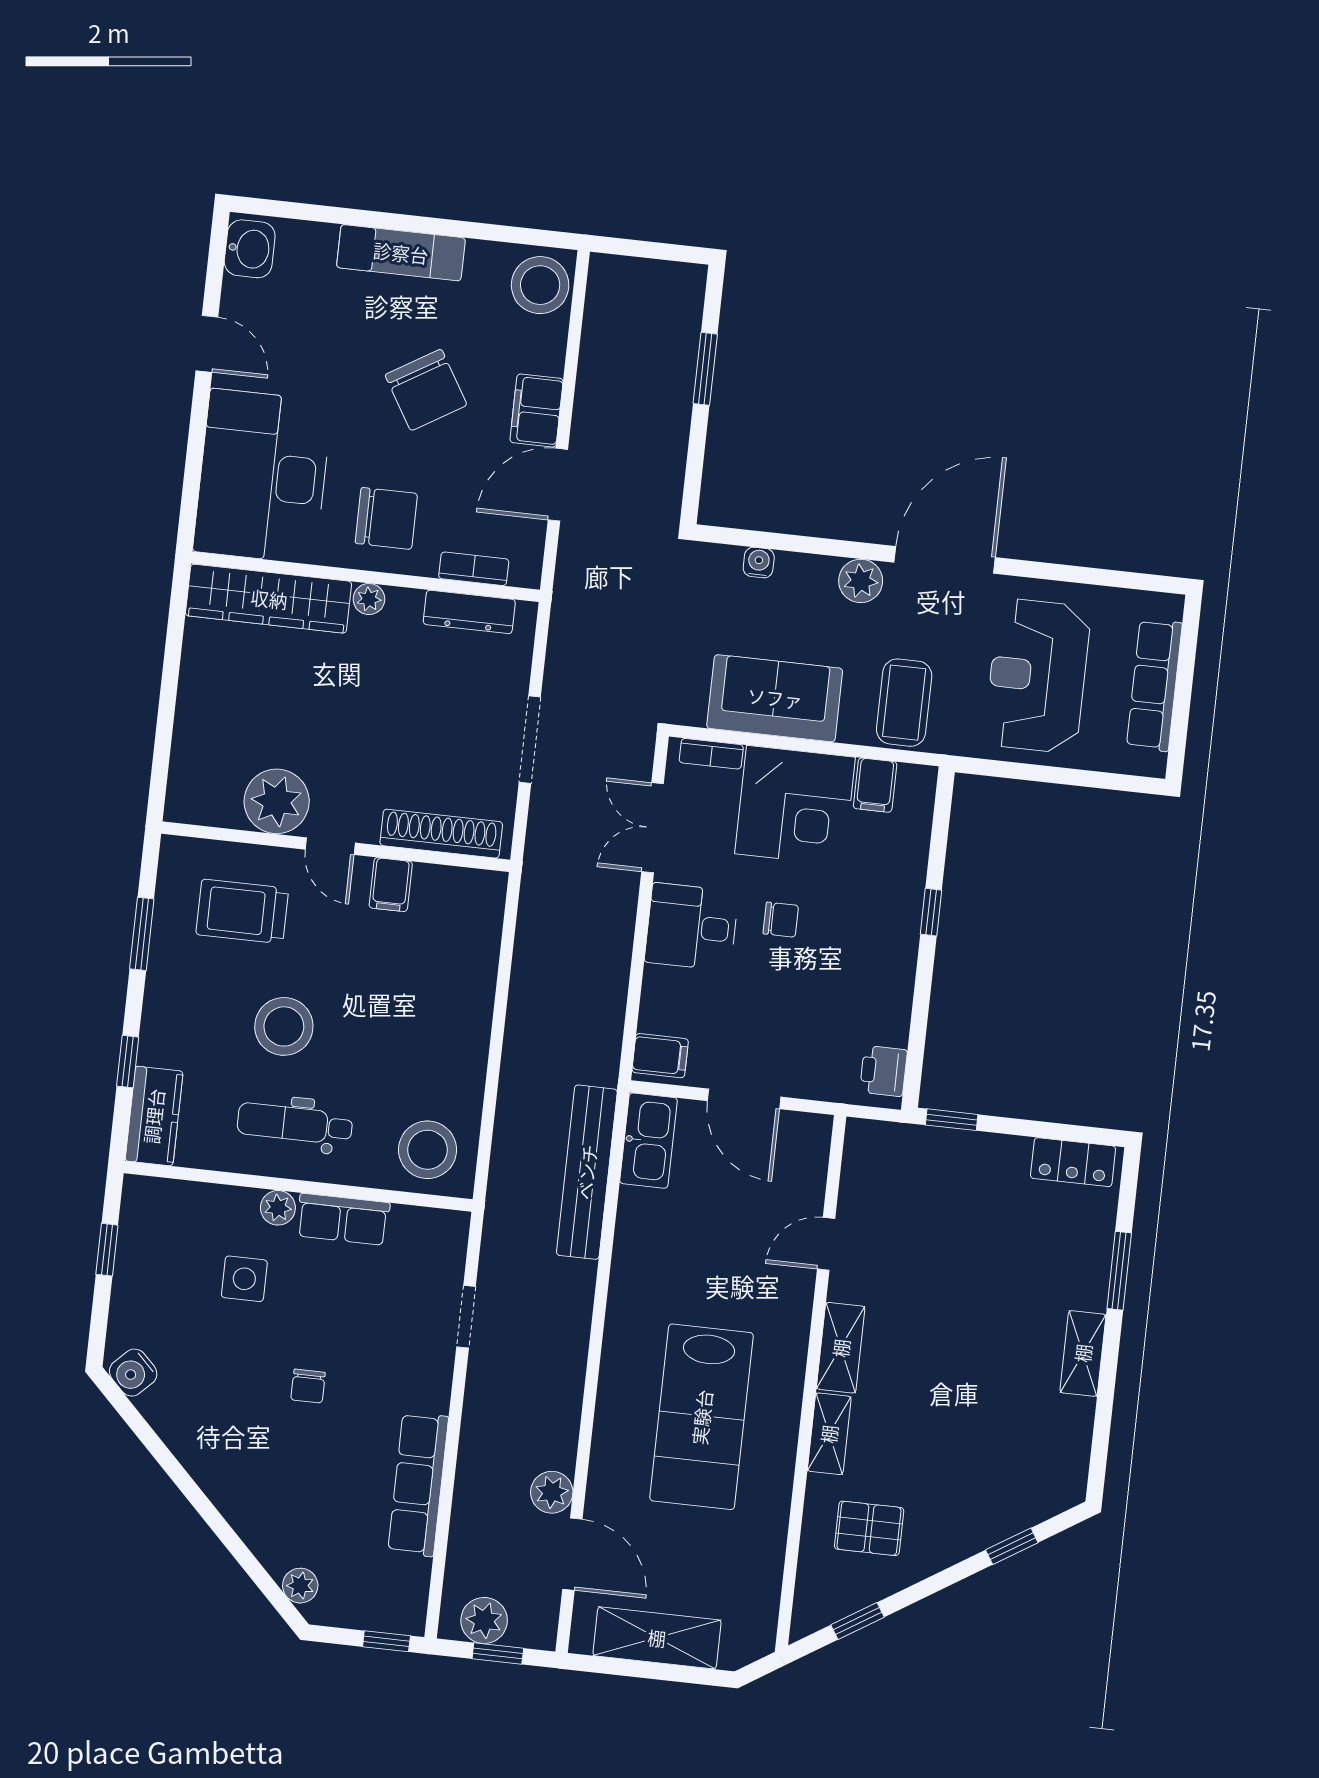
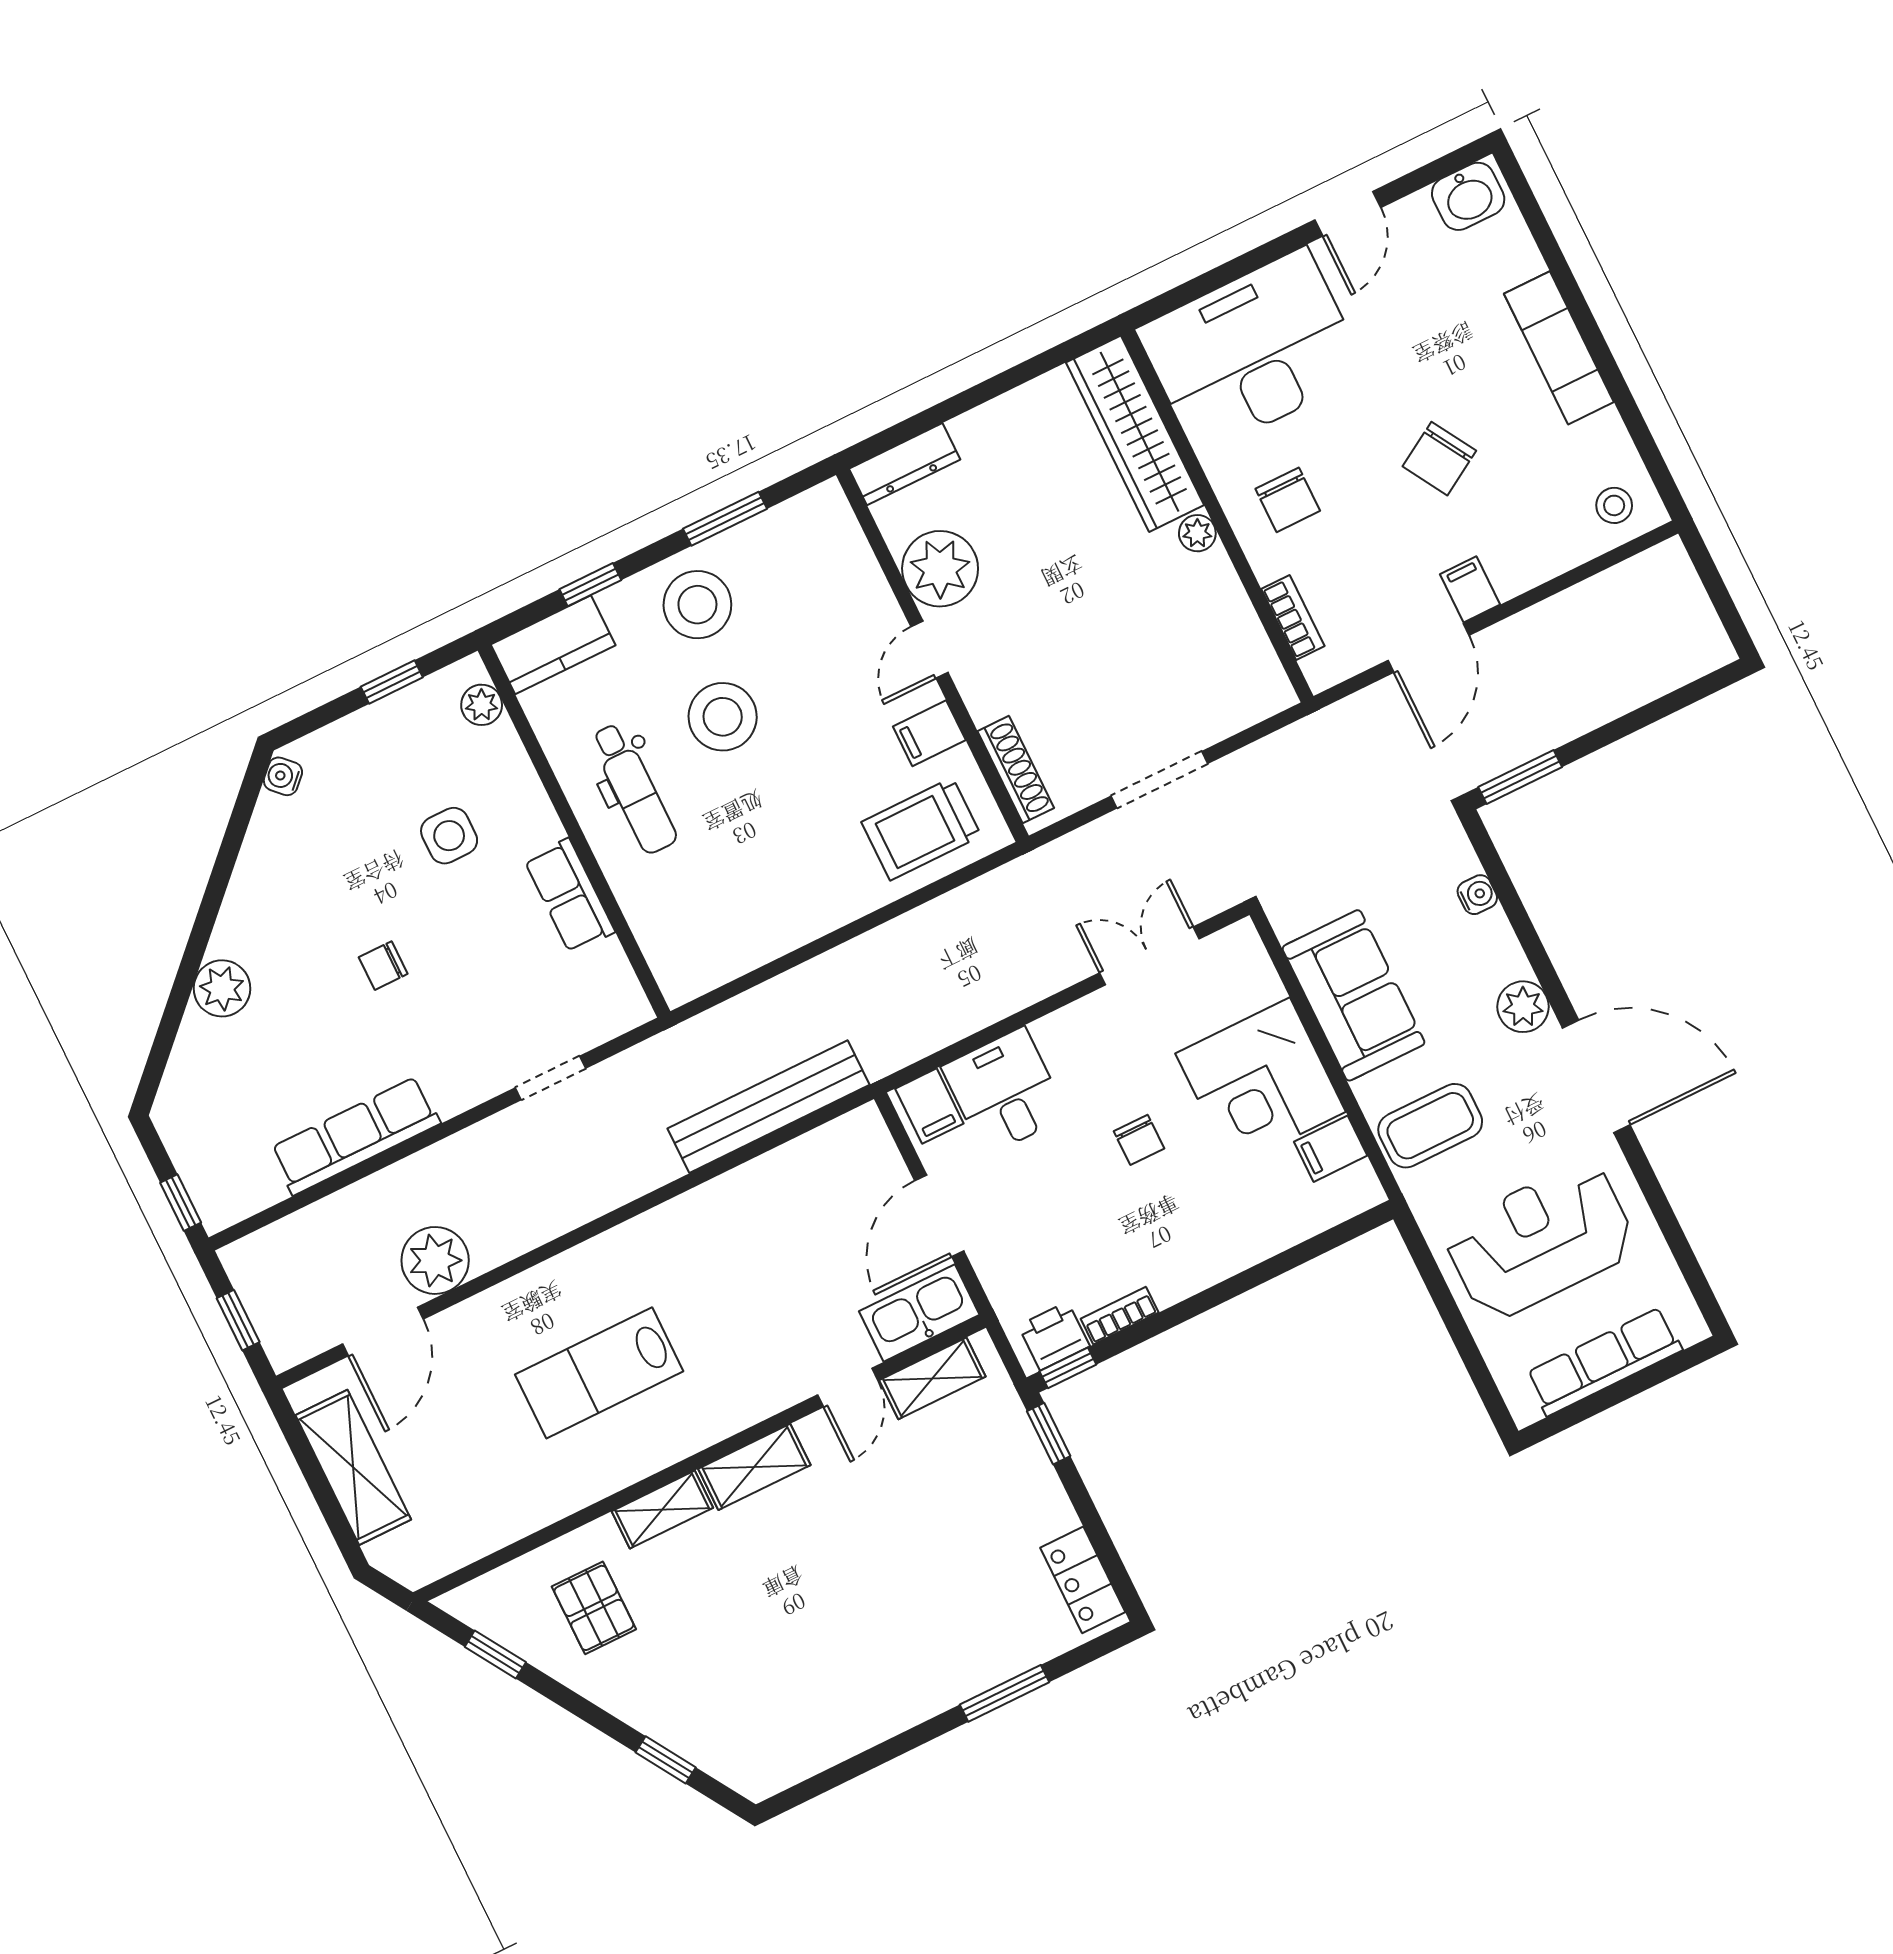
stool: (540, 285) -> (1614, 505), width x0.53, depth x0.53
window: (705, 369) -> (1520, 777), moved
chair: (426, 390) -> (1439, 459), width x0.73, depth x0.73
filing cabinet: (537, 411) -> (1470, 589), width x0.50
door: (558, 485) -> (1428, 648), swing flipped
chair: (386, 518) -> (1288, 500), width x0.73, depth x0.73
dresser: (469, 612) -> (905, 464), moved, turned -90
bookcase: (711, 754) -> (1120, 1316), moved, turned 90
shoe rack: (441, 834) -> (1016, 770), width x0.74, depth x0.81
trolley: (242, 911) -> (921, 829), moved, turned -90
window: (931, 912) -> (1068, 1368), moved
desk: (692, 927) -> (1005, 1091), moved
dental chair: (295, 1124) -> (634, 789), turned 180
kitchen sink: (648, 1141) -> (919, 1313), moved, turned 180
stool: (428, 1150) -> (697, 605), moved
plant: (278, 1208) -> (482, 705), moved
door: (826, 1244) -> (848, 1387), swing flipped
shelving: (1083, 1353) -> (932, 1378), moved
water cooler: (133, 1373) -> (283, 776), width x0.72, depth x0.72
lab bench: (702, 1417) -> (599, 1373), width x0.73, depth x0.72
plant: (552, 1492) -> (435, 1260), width x1.36, depth x1.36
plant: (300, 1586) -> (222, 988), moved, width x1.38, depth x1.38
plant: (484, 1620) -> (262, 1286), removed

